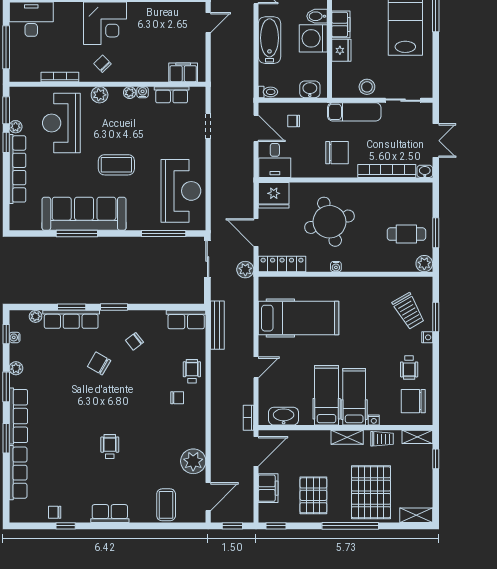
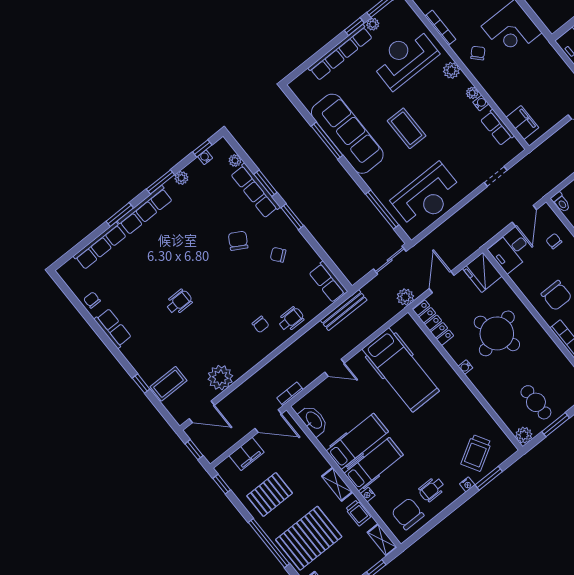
row of seats: (110, 514) -> (113, 328), moved
window: (66, 526) -> (141, 384), moved

